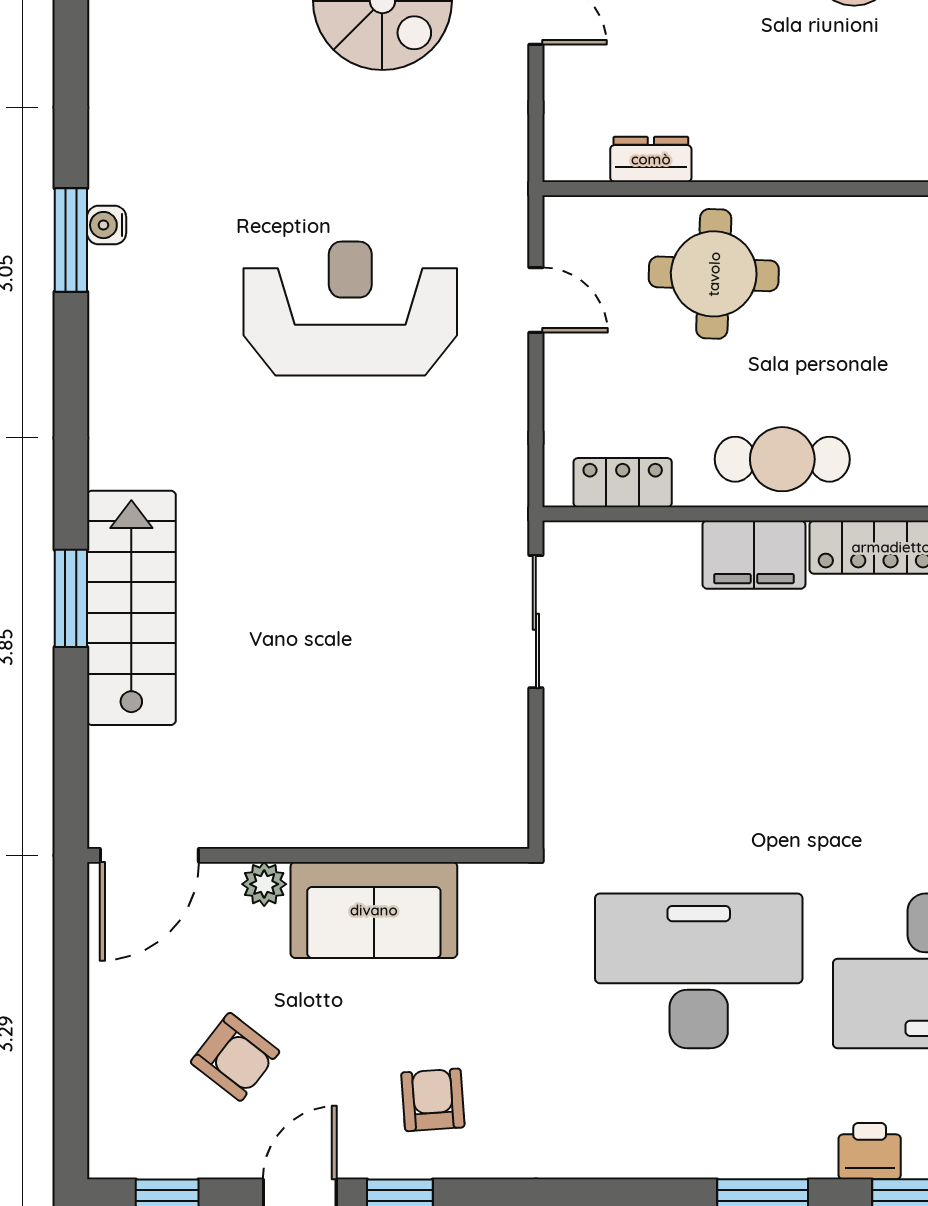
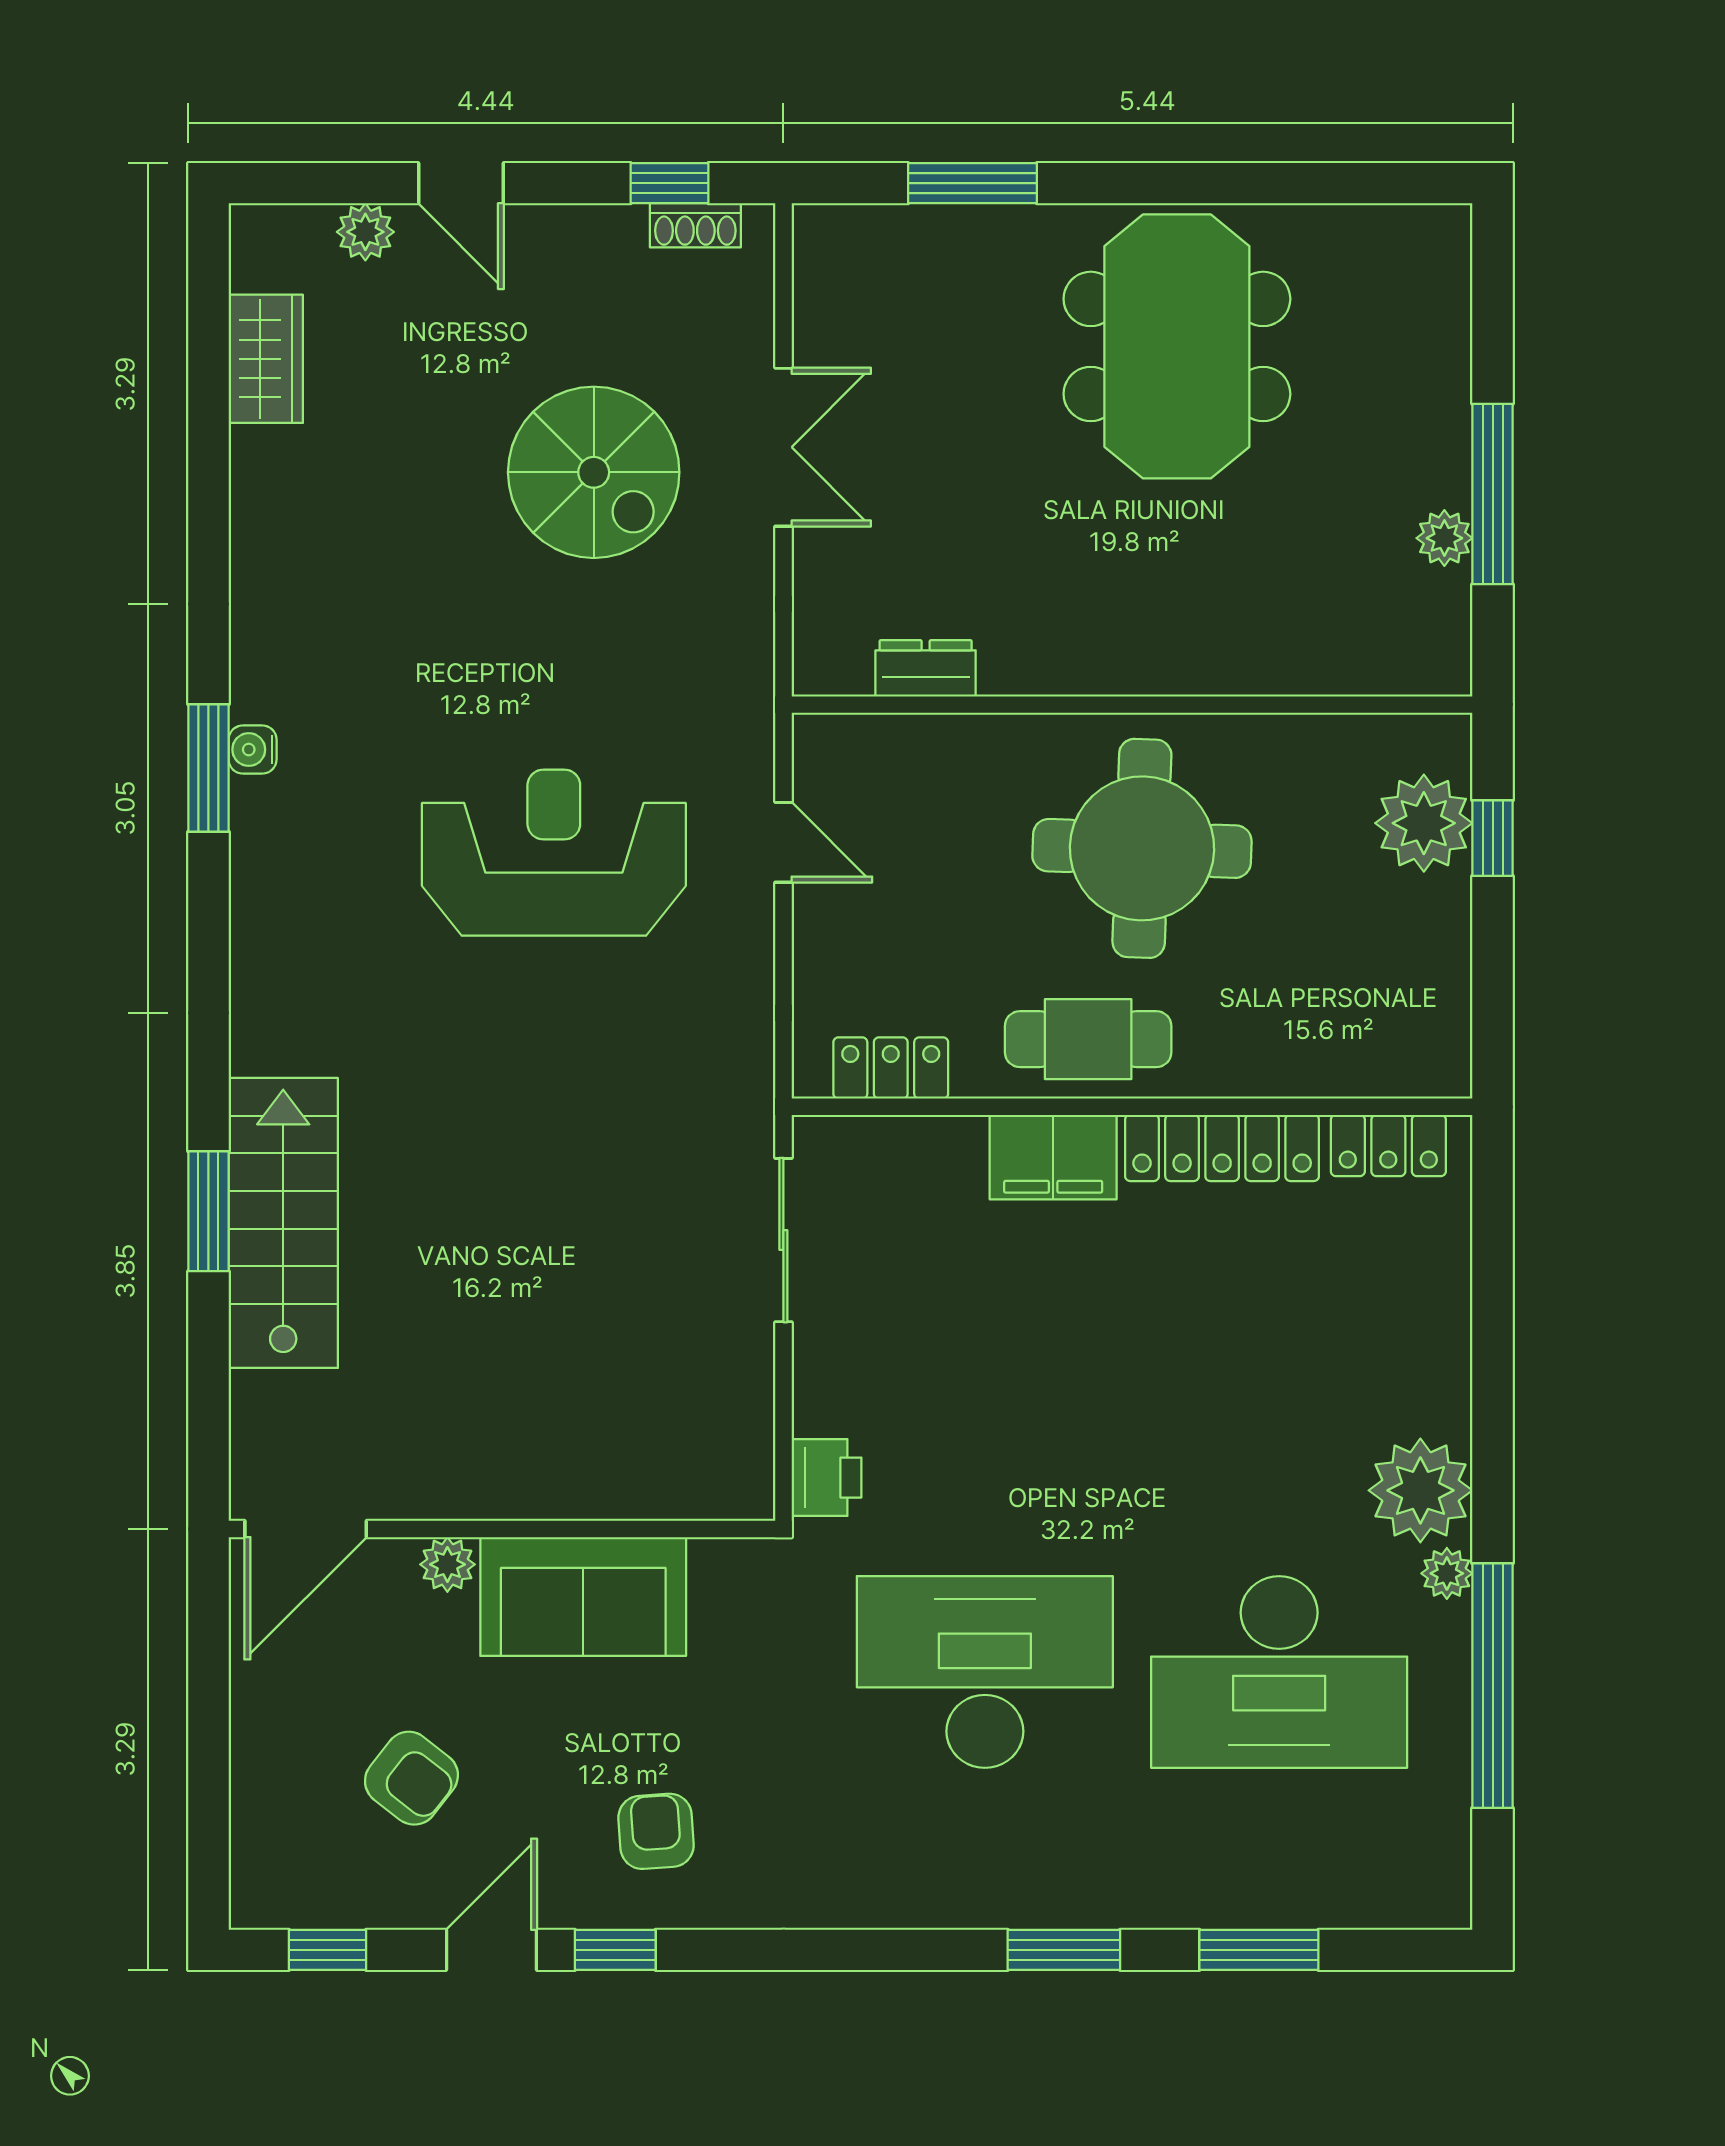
round table: (714, 274) -> (1142, 848), moved, width x1.36, depth x1.36
printer: (870, 1151) -> (826, 1478), moved, turned 90

